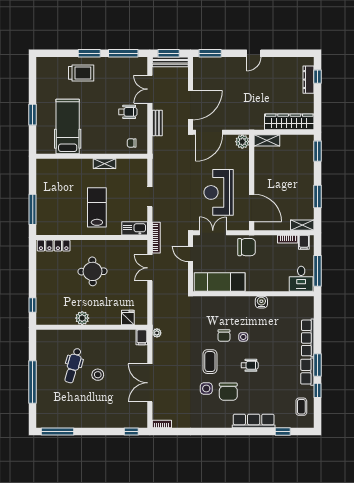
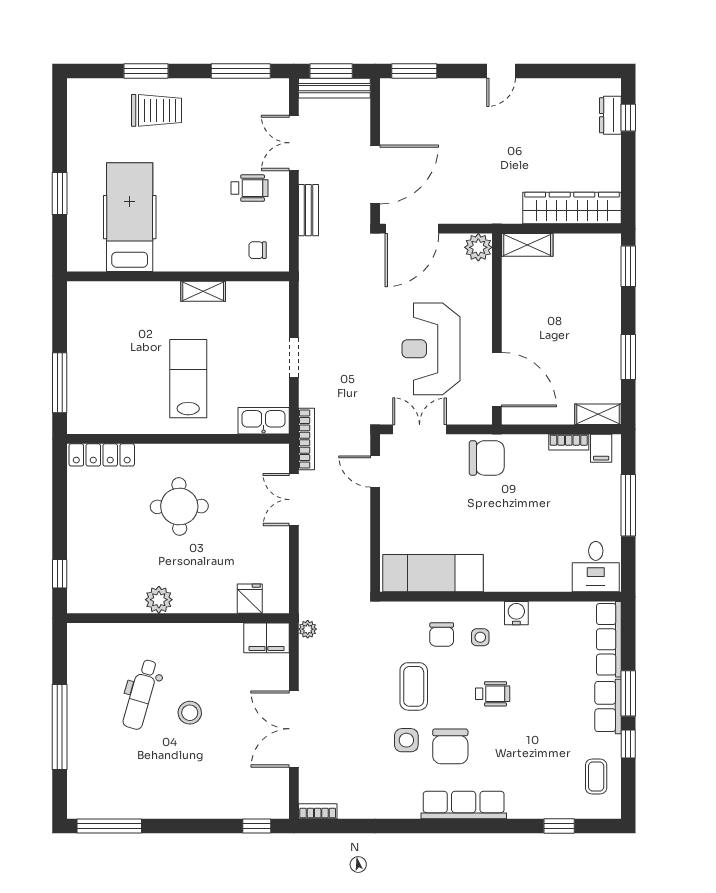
window: (89, 53) -> (146, 71), moved
dresser: (308, 80) -> (610, 115), width x0.70
desk: (301, 279) -> (596, 567), moved
exam couch: (220, 282) -> (433, 573), moved
wall: (253, 294) -> (500, 597), moved
water cooler: (261, 302) -> (516, 613), moved
filing cabinet: (142, 337) -> (266, 638), width x2.00
row of seats: (254, 421) -> (464, 805), moved

